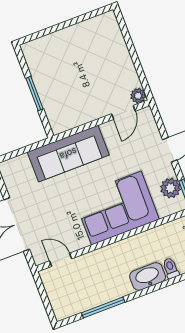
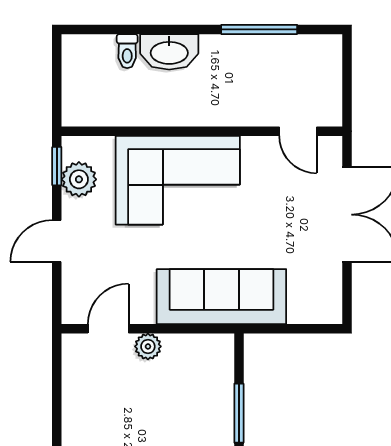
plant: (138, 96) -> (148, 346), moved

